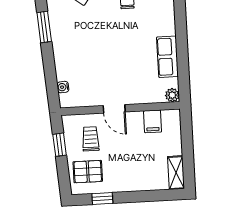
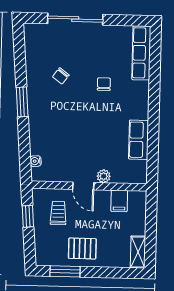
plant: (172, 95) -> (104, 176), moved
pallet: (88, 172) -> (82, 248), moved
window: (102, 199) -> (65, 271), width x1.50

